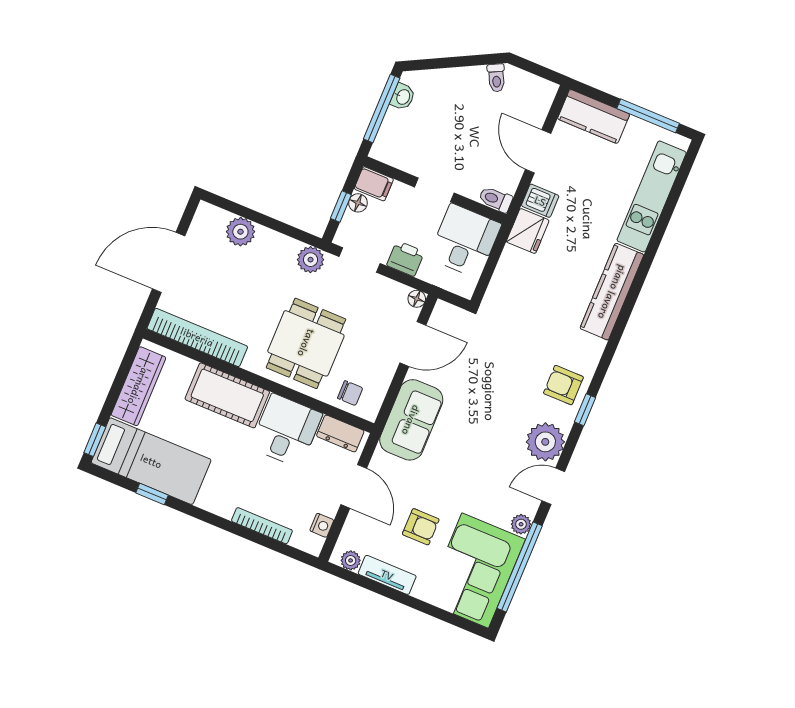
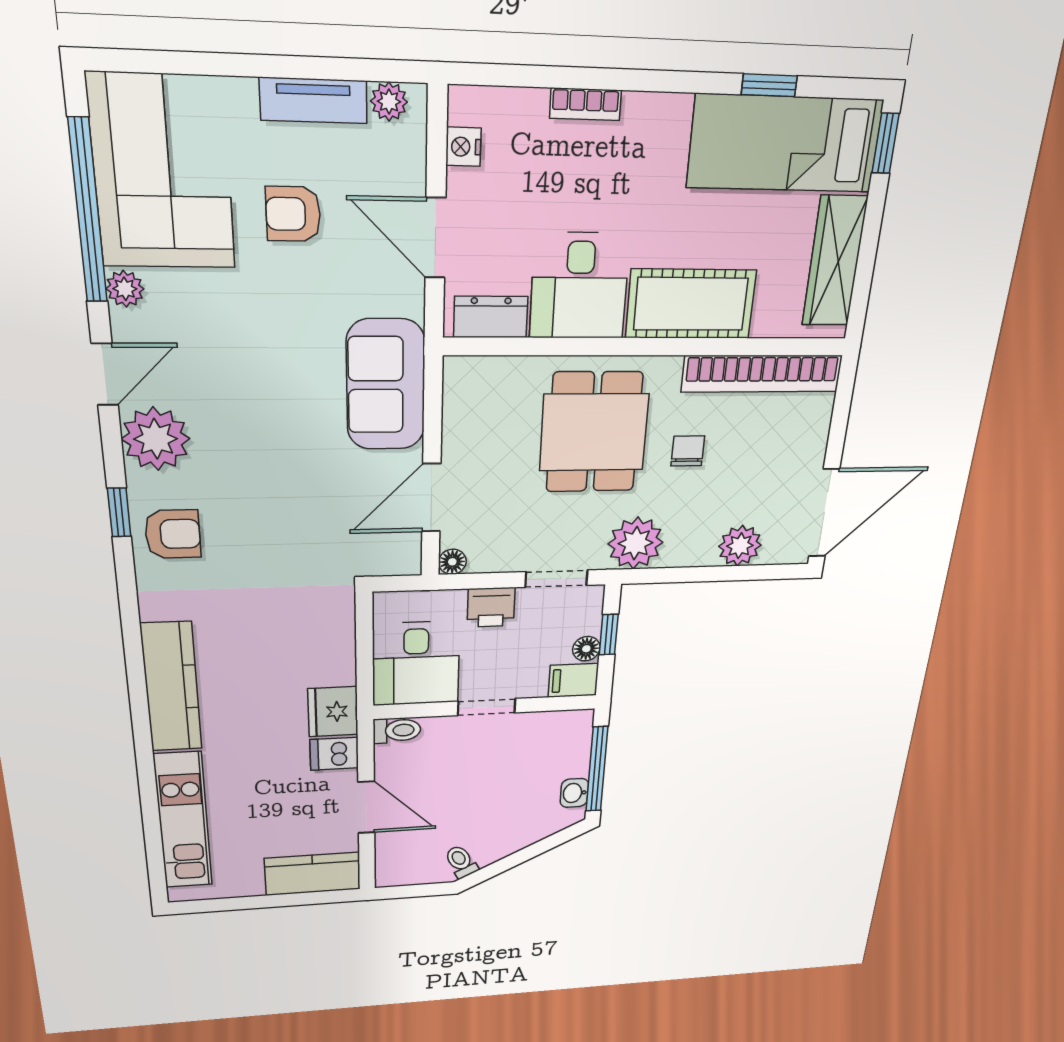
window: (648, 116) -> (241, 903), removed
plant: (311, 260) -> (636, 543), width x1.36, depth x1.36
door: (169, 262) -> (824, 513), moved
chair: (350, 393) -> (688, 451), moved, turned 90
bookcase: (262, 526) -> (585, 104), width x0.64

